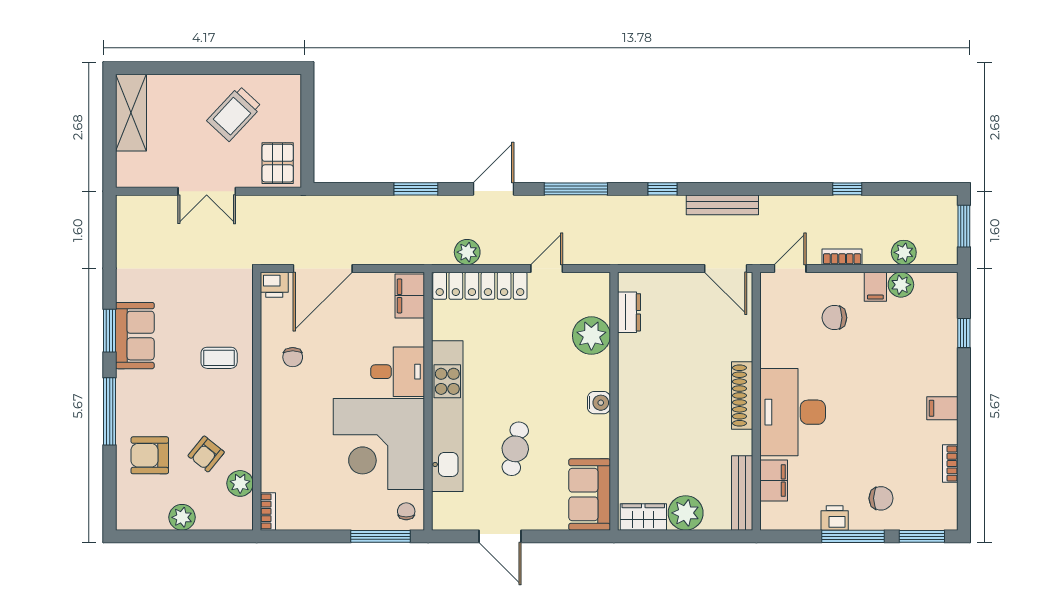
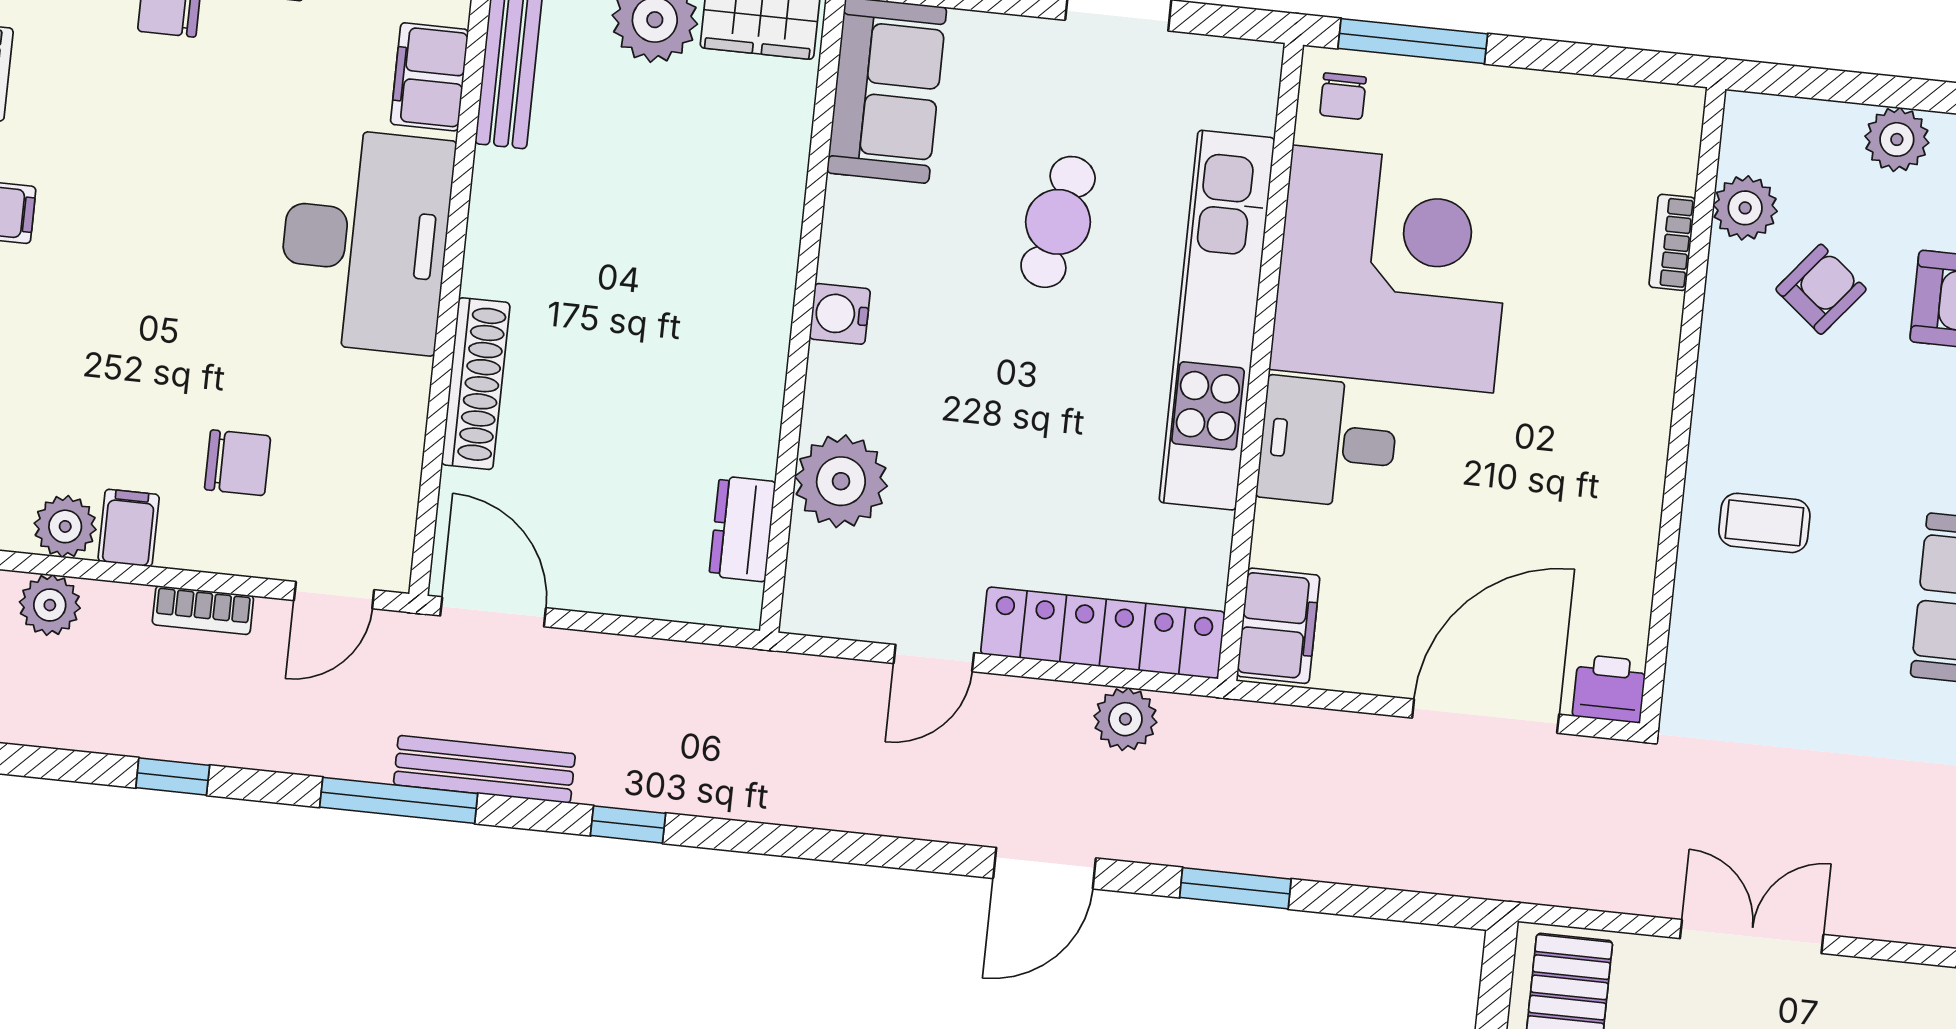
window: (576, 189) -> (399, 800), moved
chair: (293, 357) -> (1583, 505), removed
shoe rack: (742, 395) -> (476, 384), moved
bookcase: (268, 511) -> (1672, 242), moved

